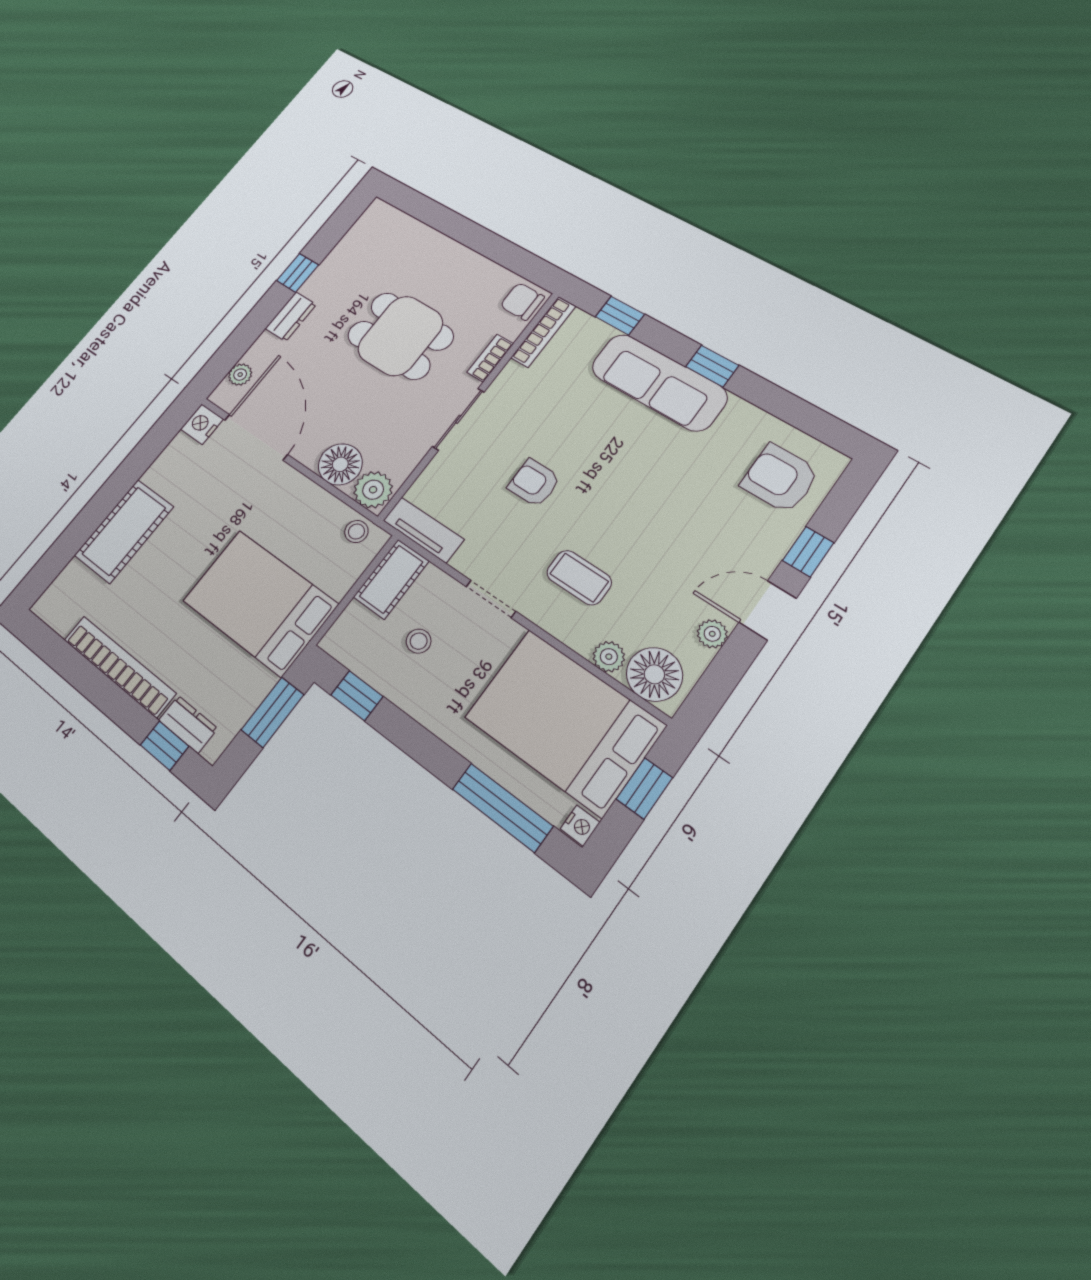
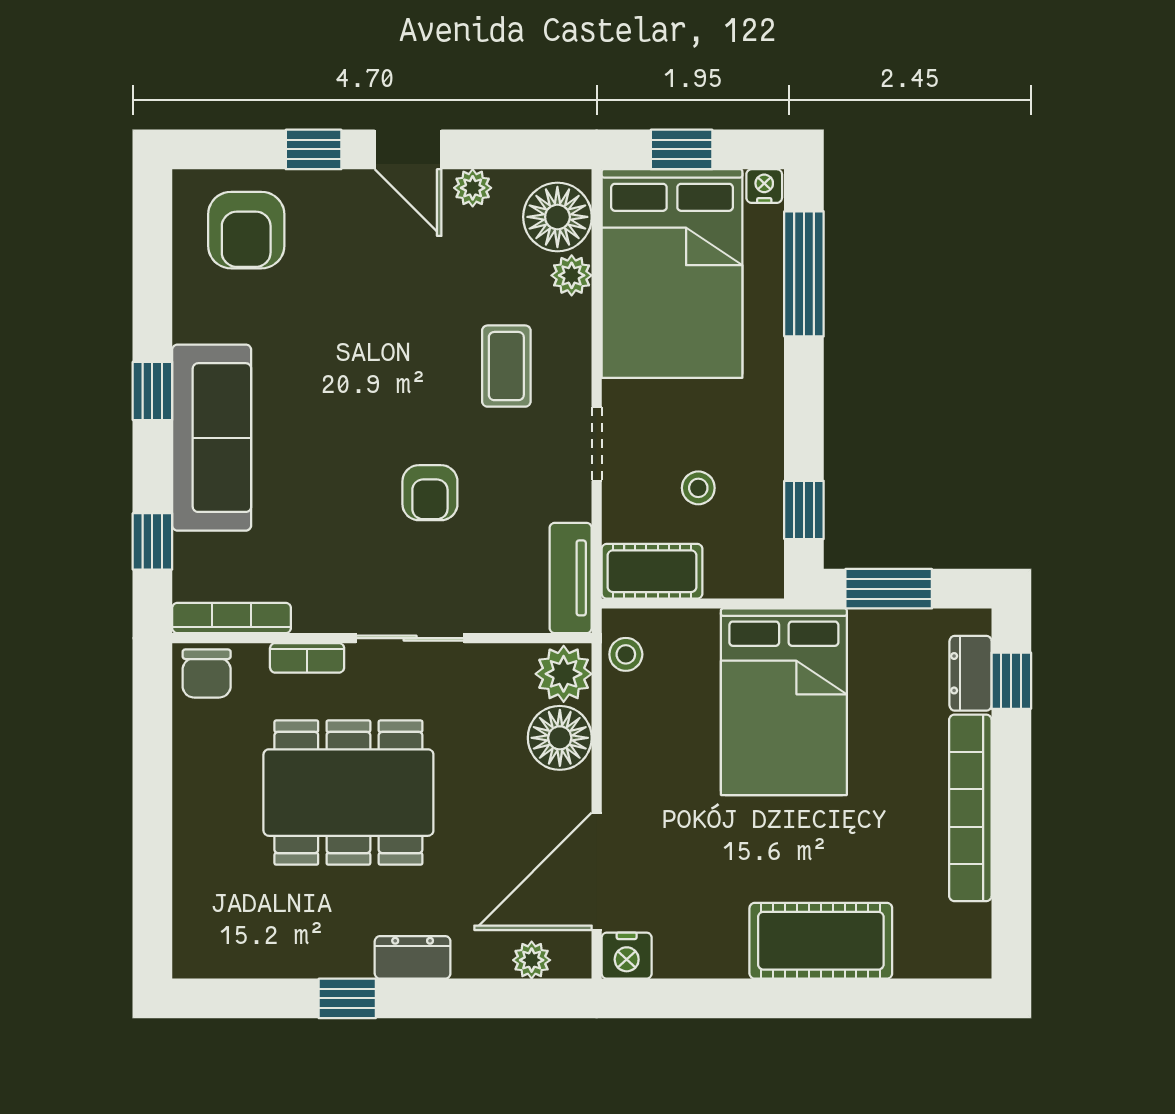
dining table: (400, 336) -> (348, 793), width x1.38

